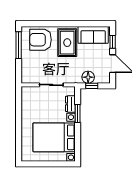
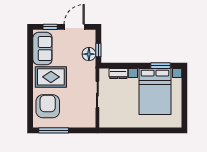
armchair: (41, 40) -> (48, 106), turned 180
window: (78, 113) -> (160, 66), moved

